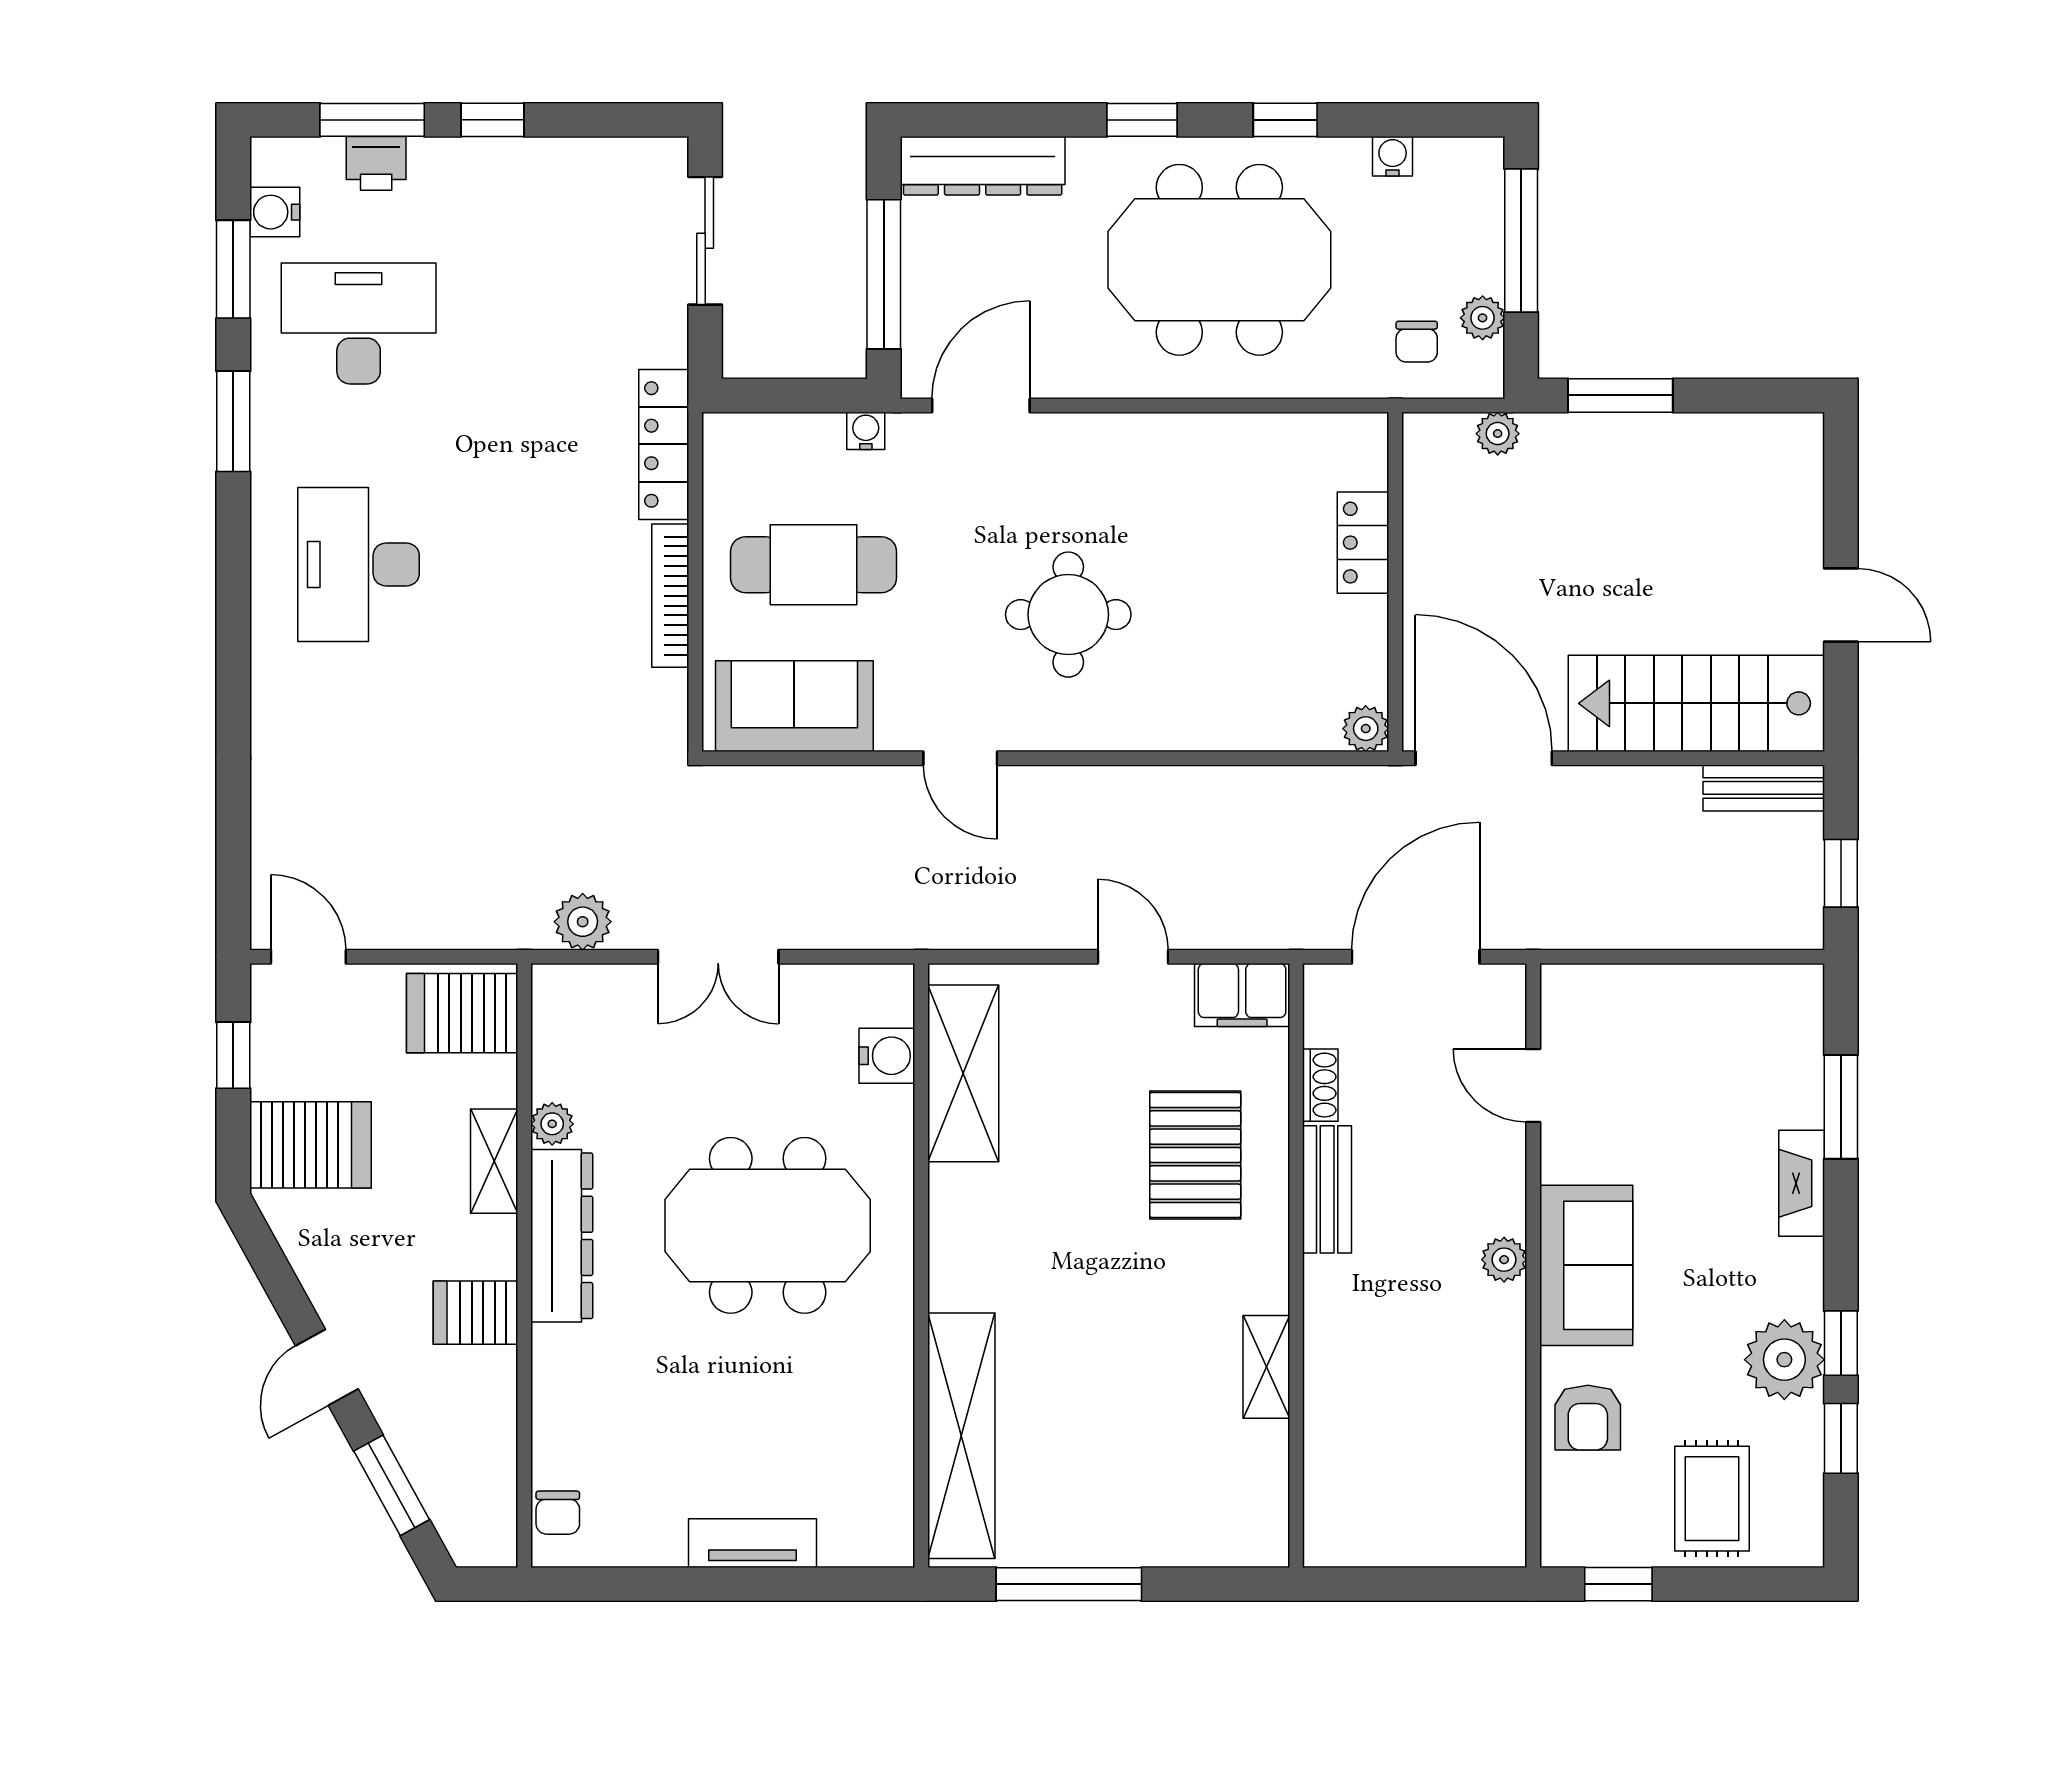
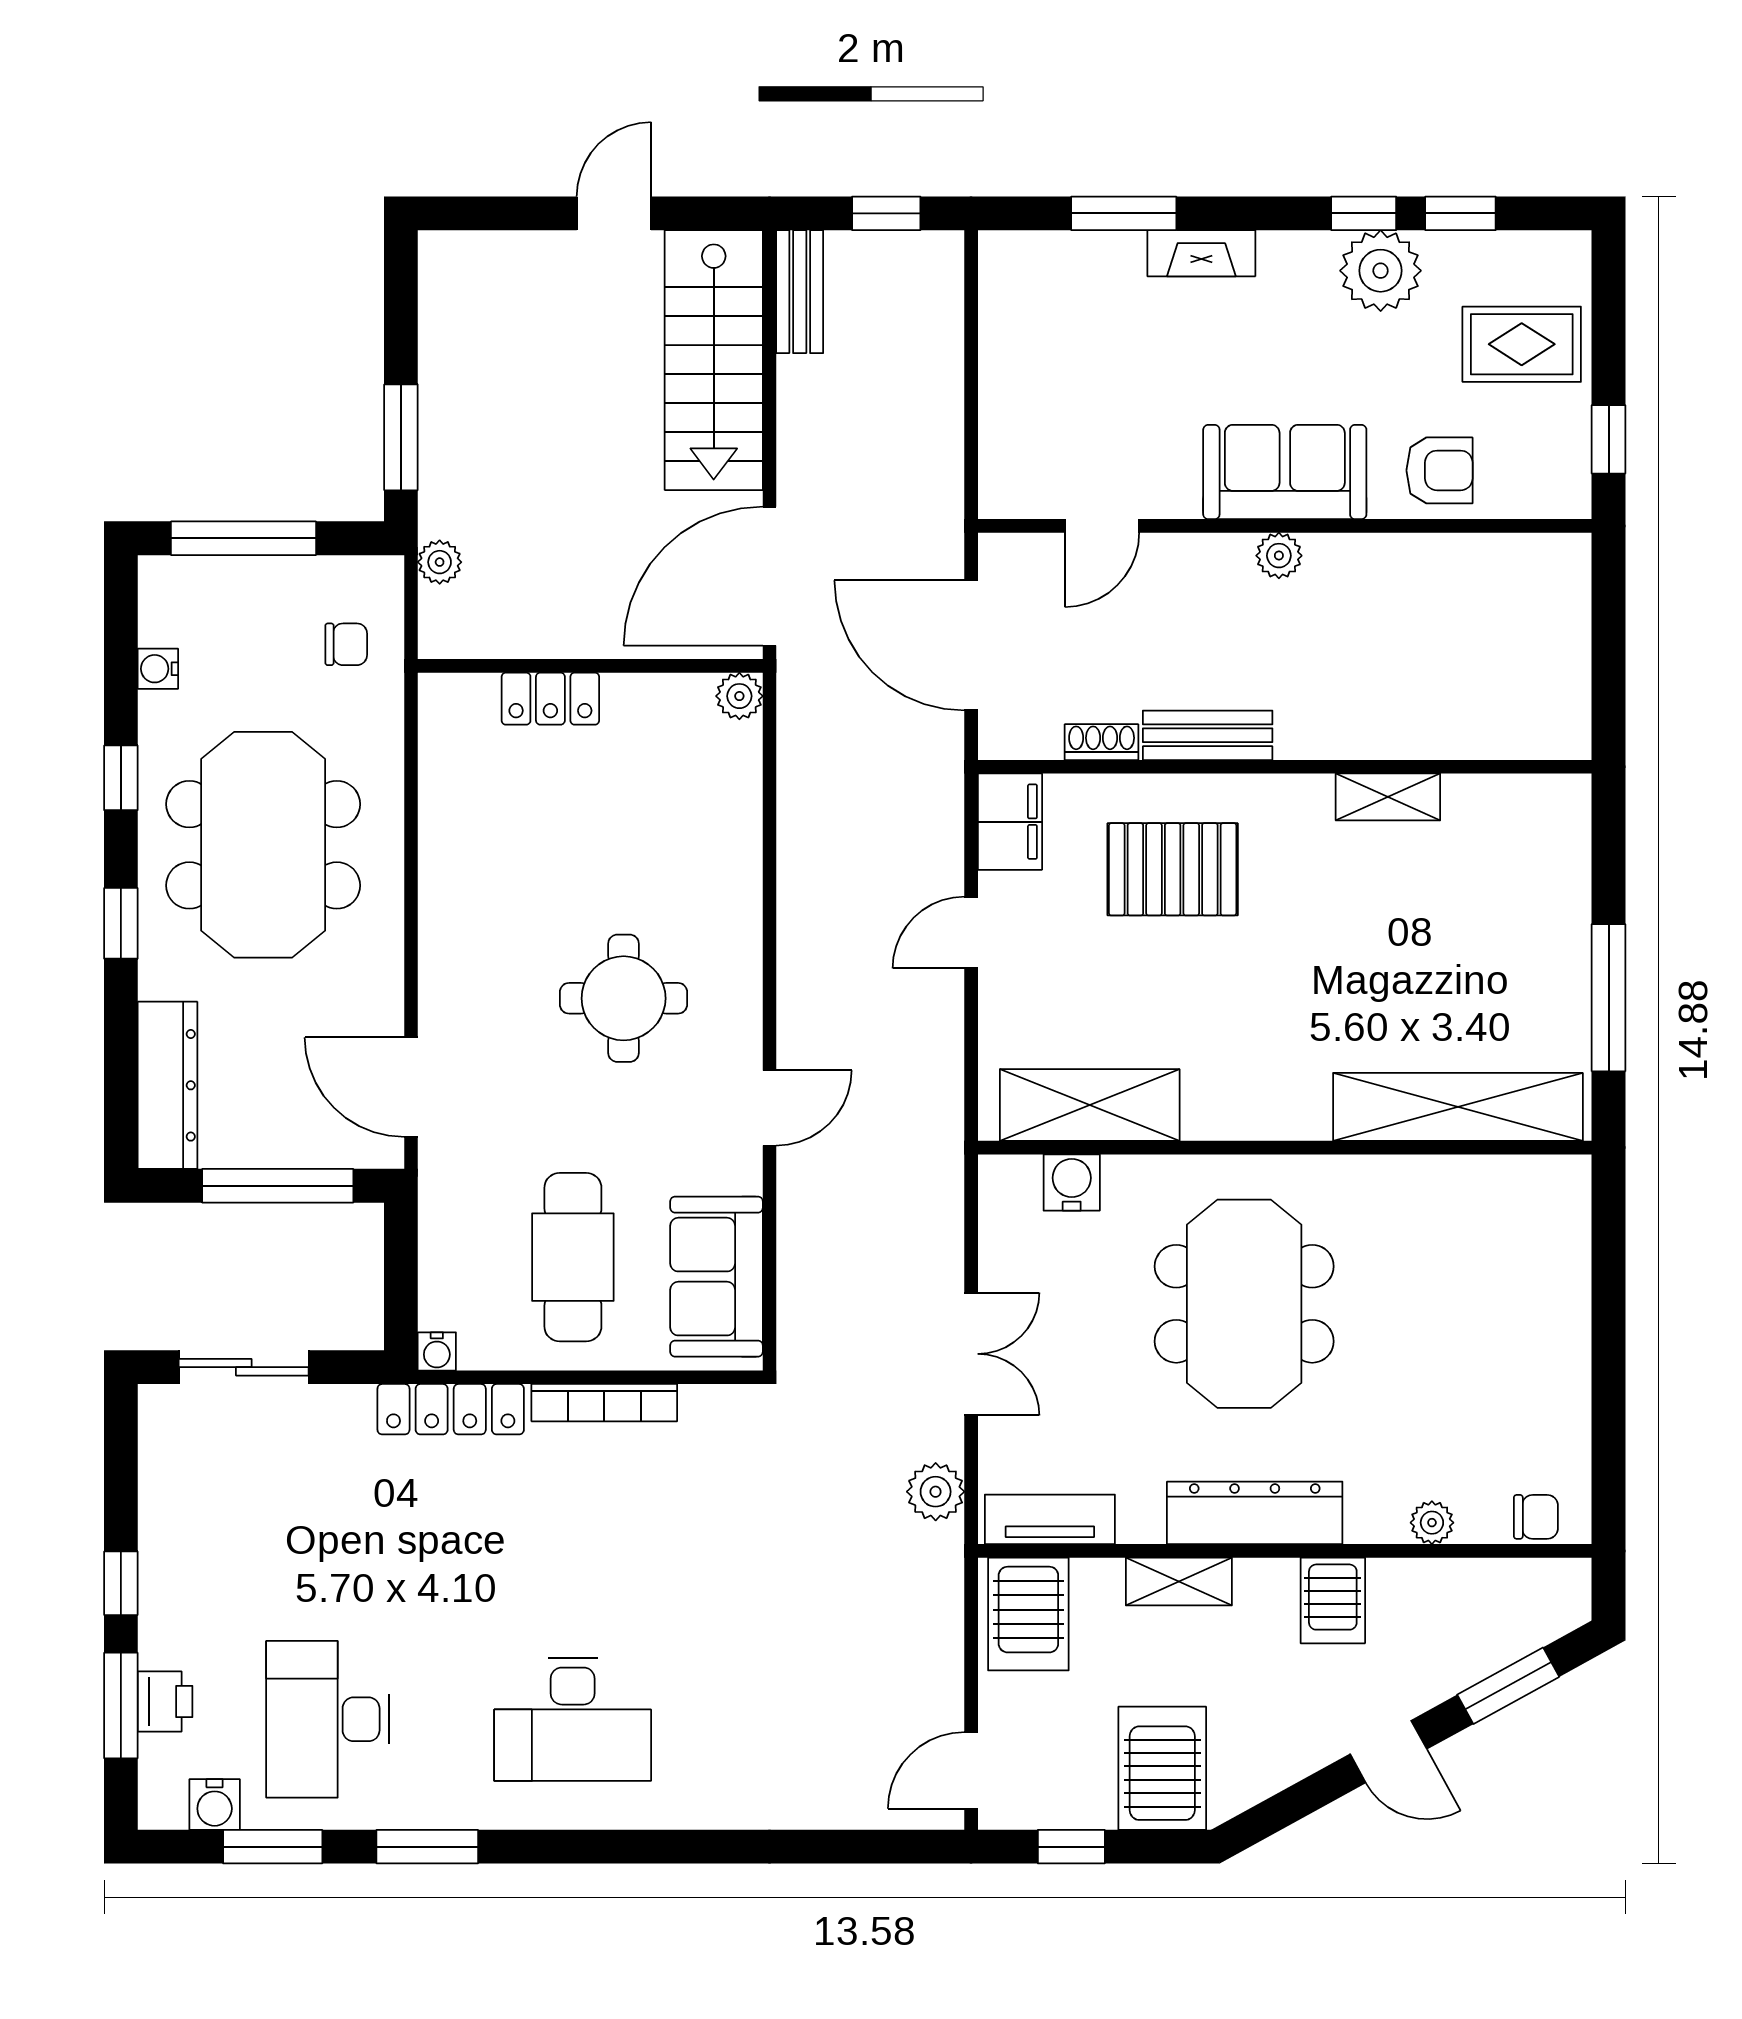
plant: (1483, 318) -> (322, 577), removed
water cooler: (866, 431) -> (437, 1351), moved, turned -90
plant: (552, 1124) -> (1432, 1523), moved
tv unit: (752, 1543) -> (1050, 1519), moved, turned 90

